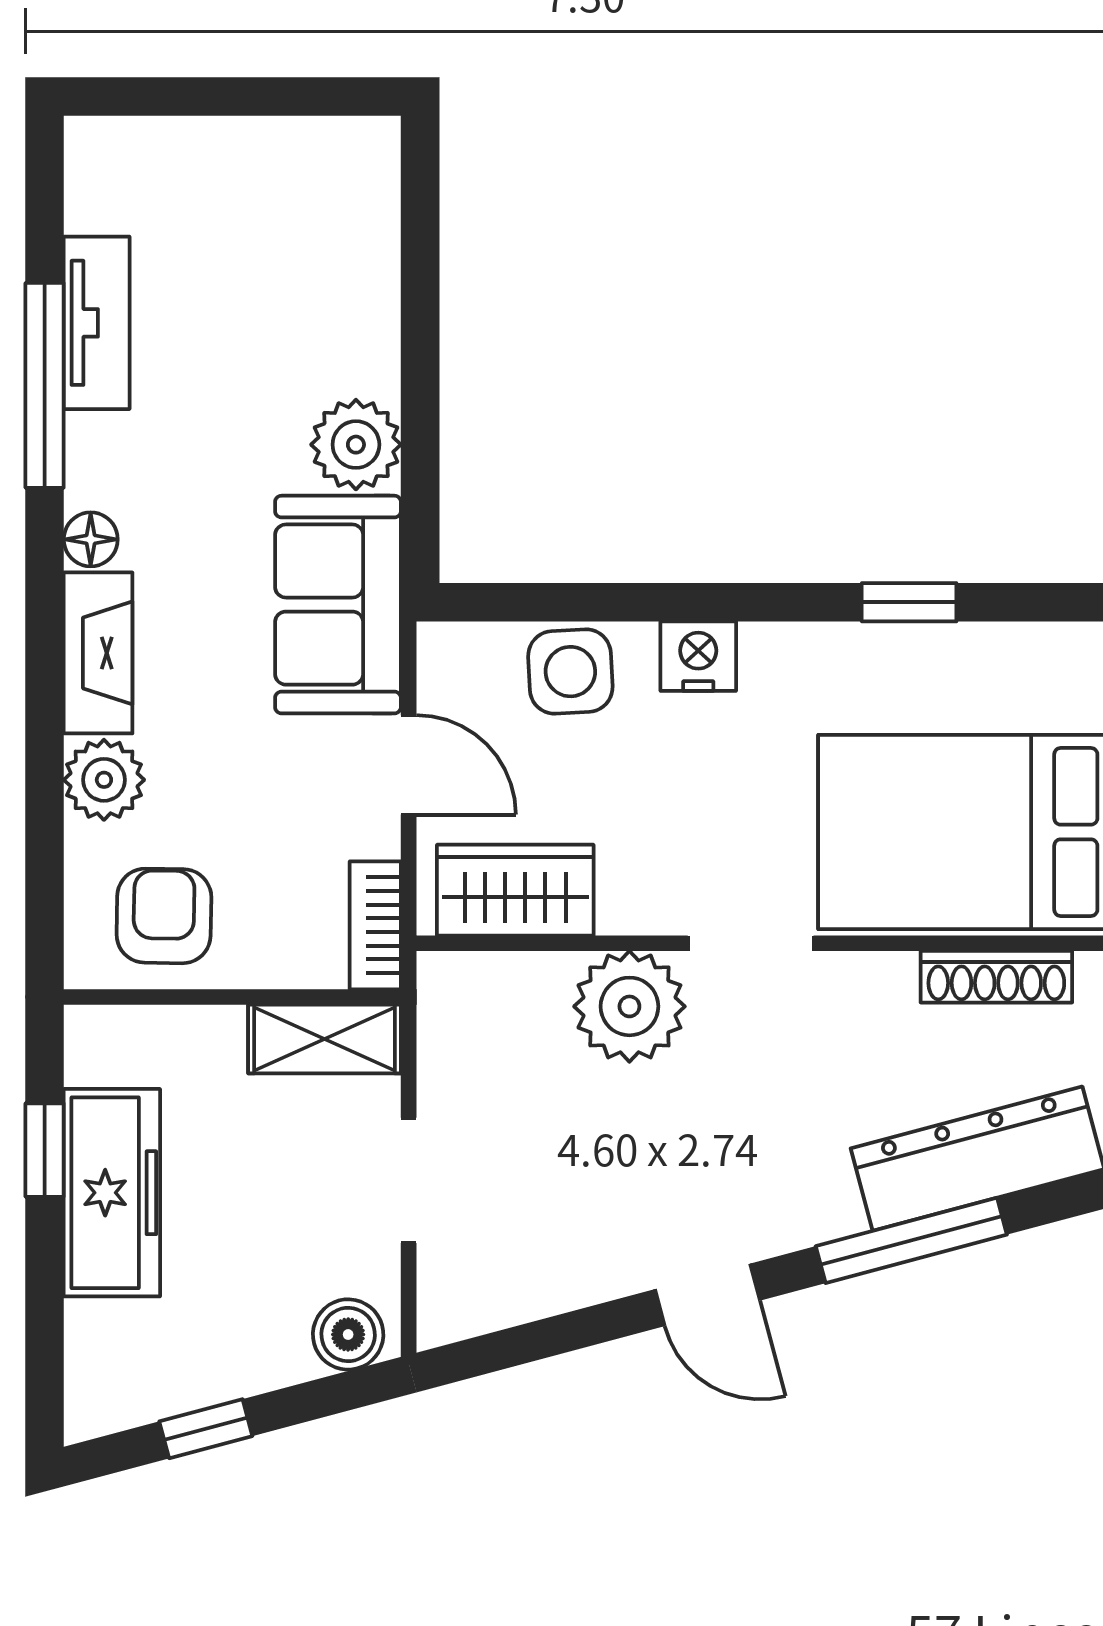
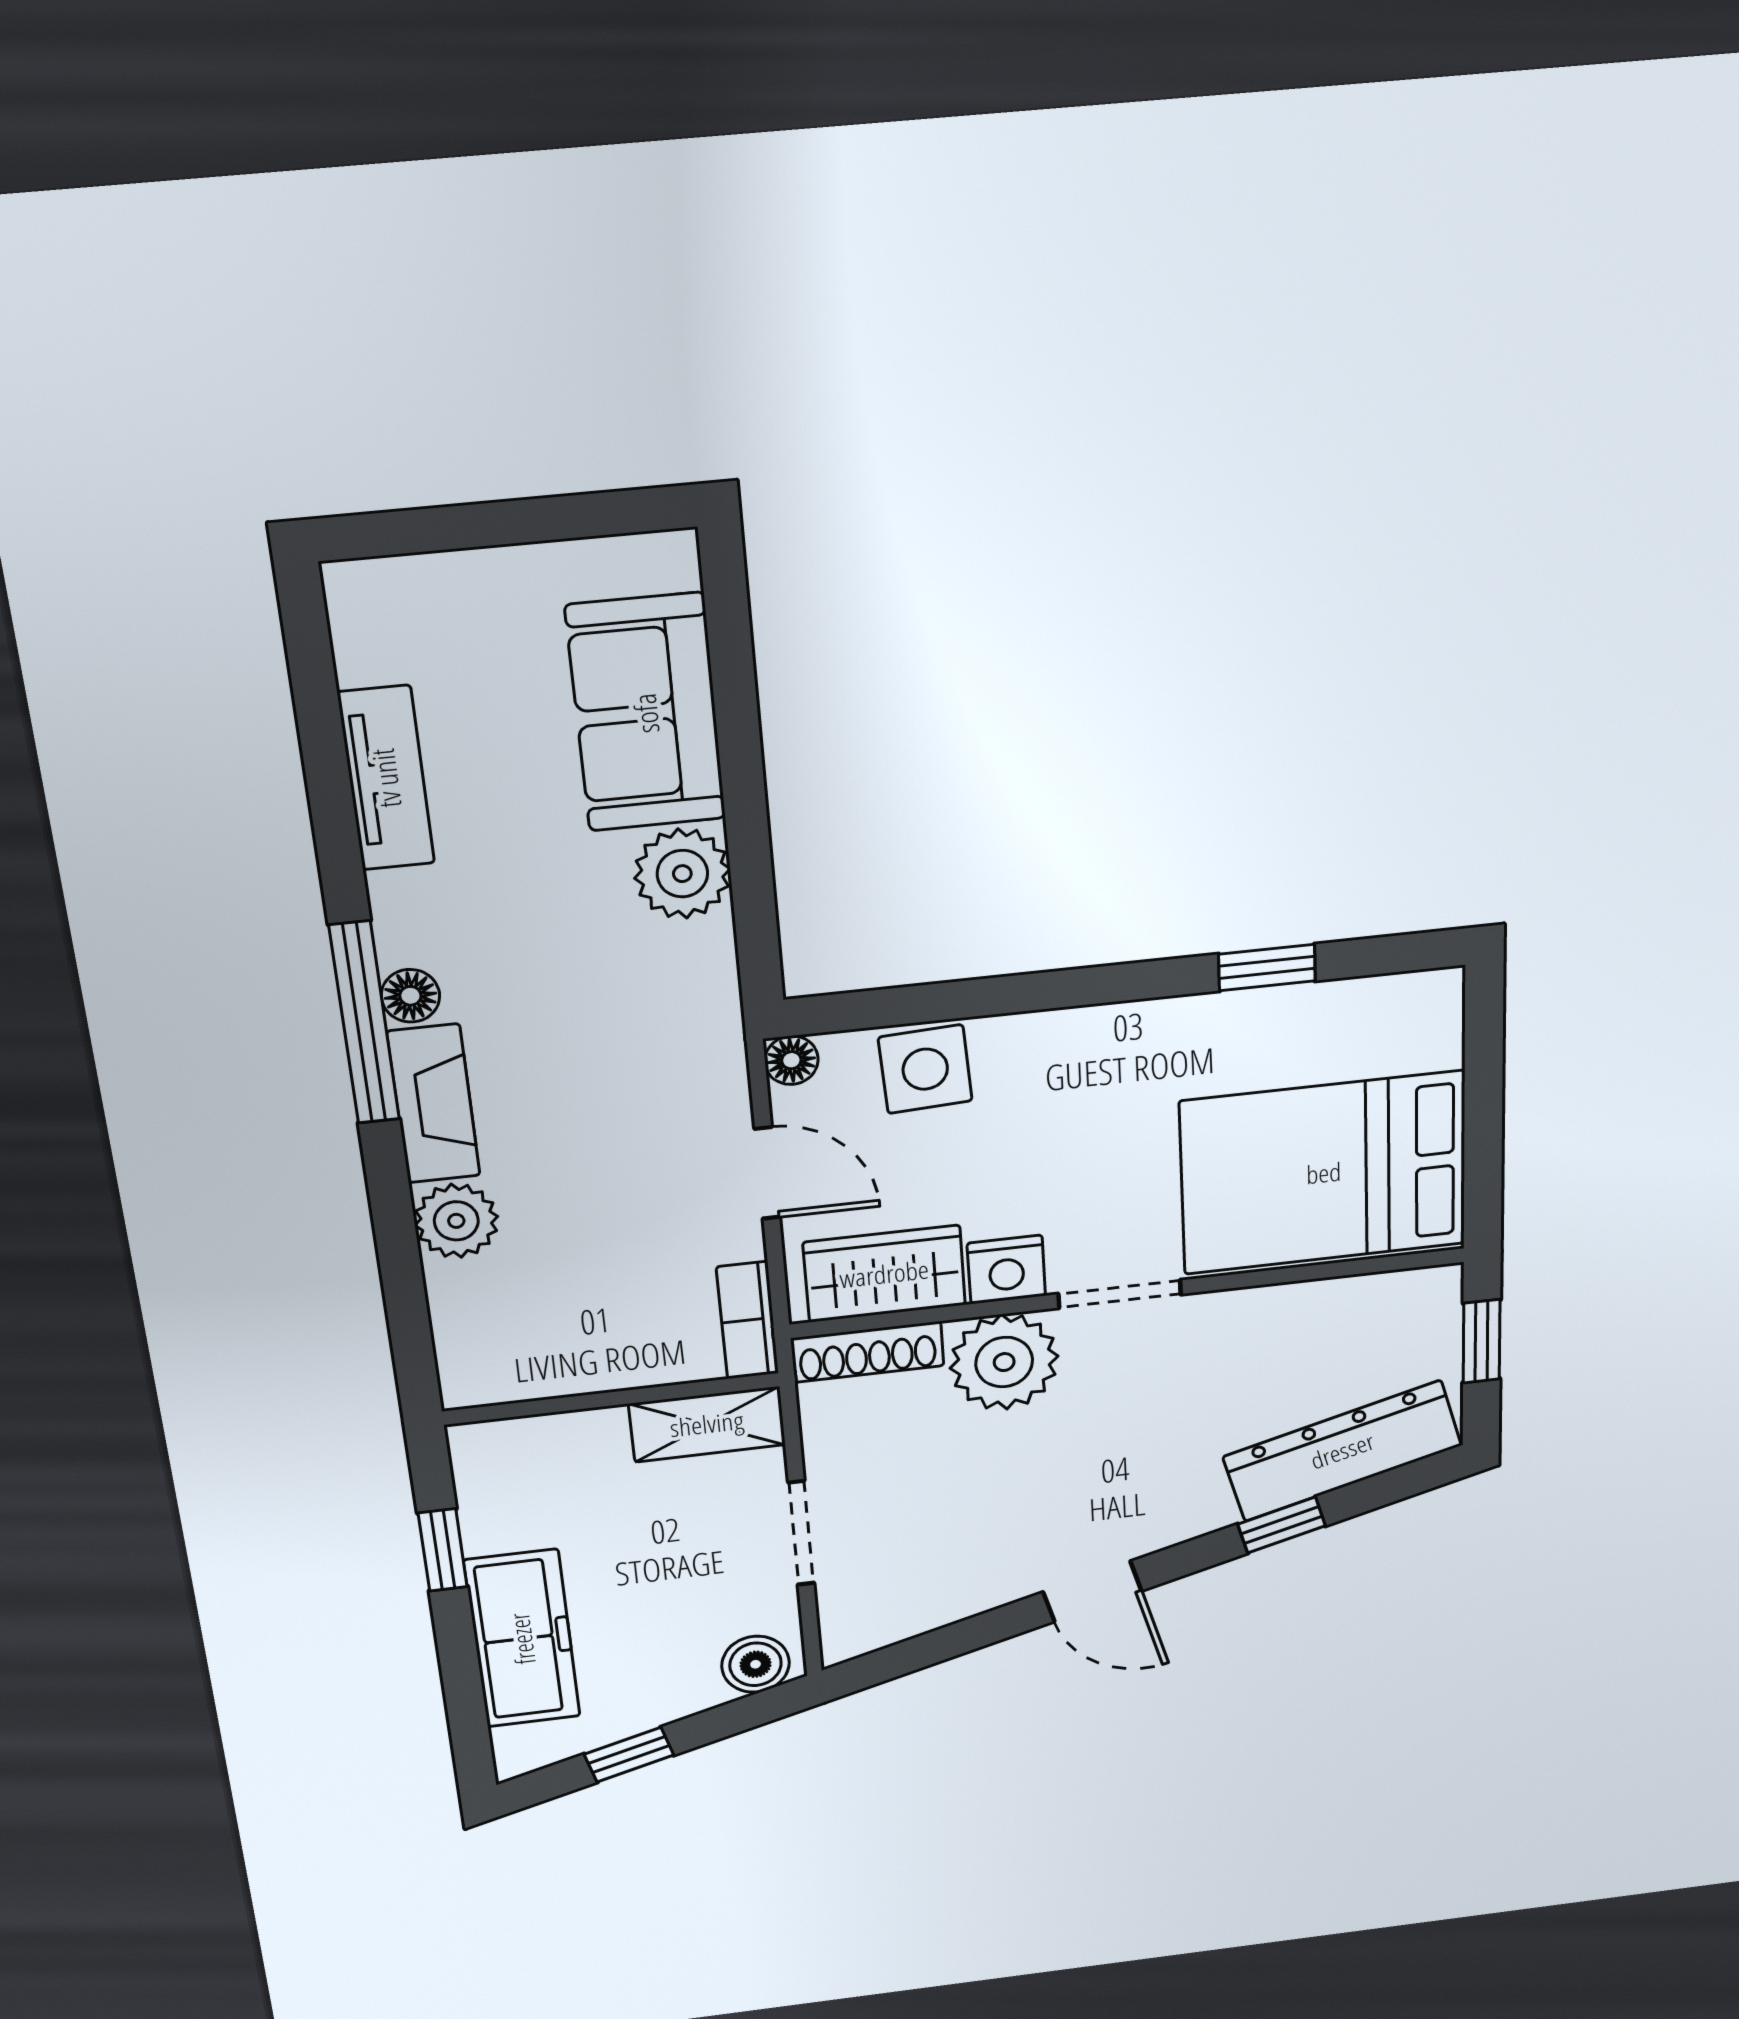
window: (45, 385) -> (364, 1023), moved
sofa: (338, 605) -> (646, 713), moved
floor lamp: (442, 647) -> (791, 1060), added
nightstand: (698, 656) -> (1006, 1270), moved, turned 180
armchair: (164, 916) -> (534, 1336), removed
shoe rack: (996, 977) -> (868, 1352), moved
freezer: (112, 1193) -> (522, 1639), moved
window: (911, 1240) -> (1282, 1525), width x0.46

